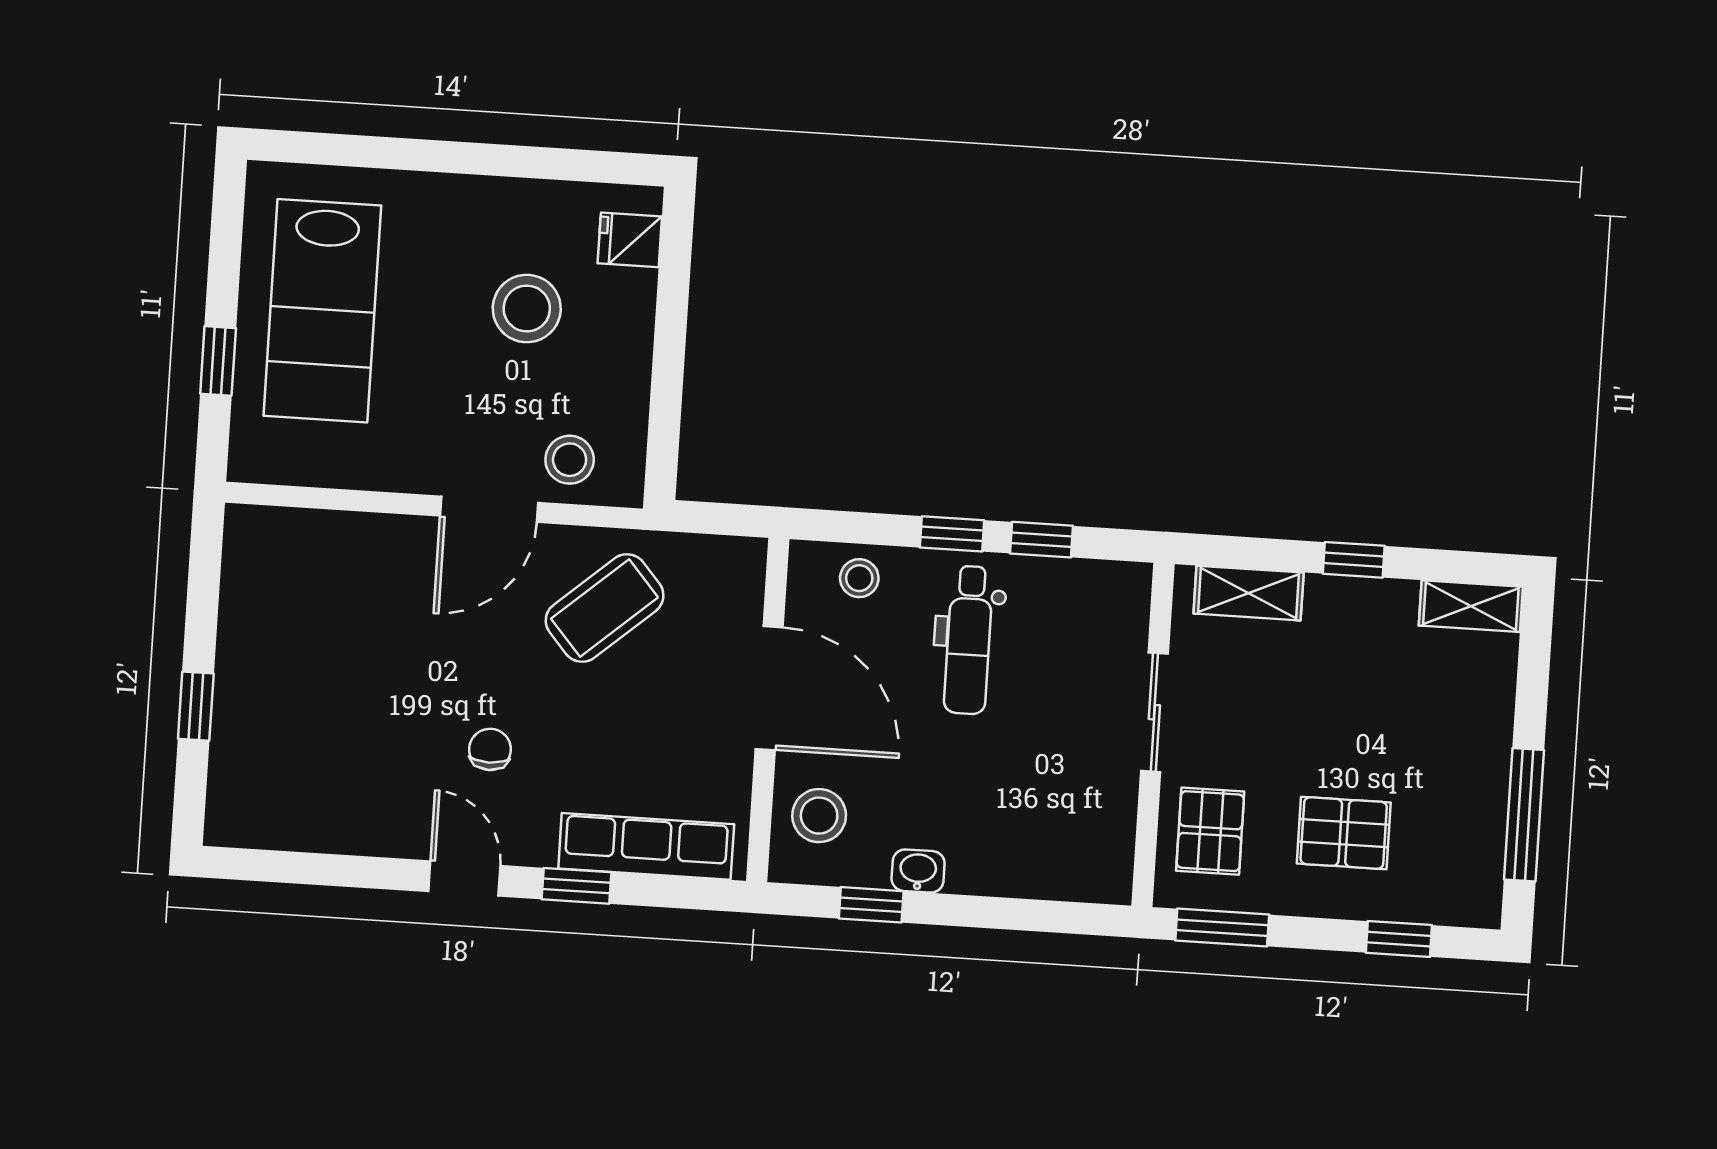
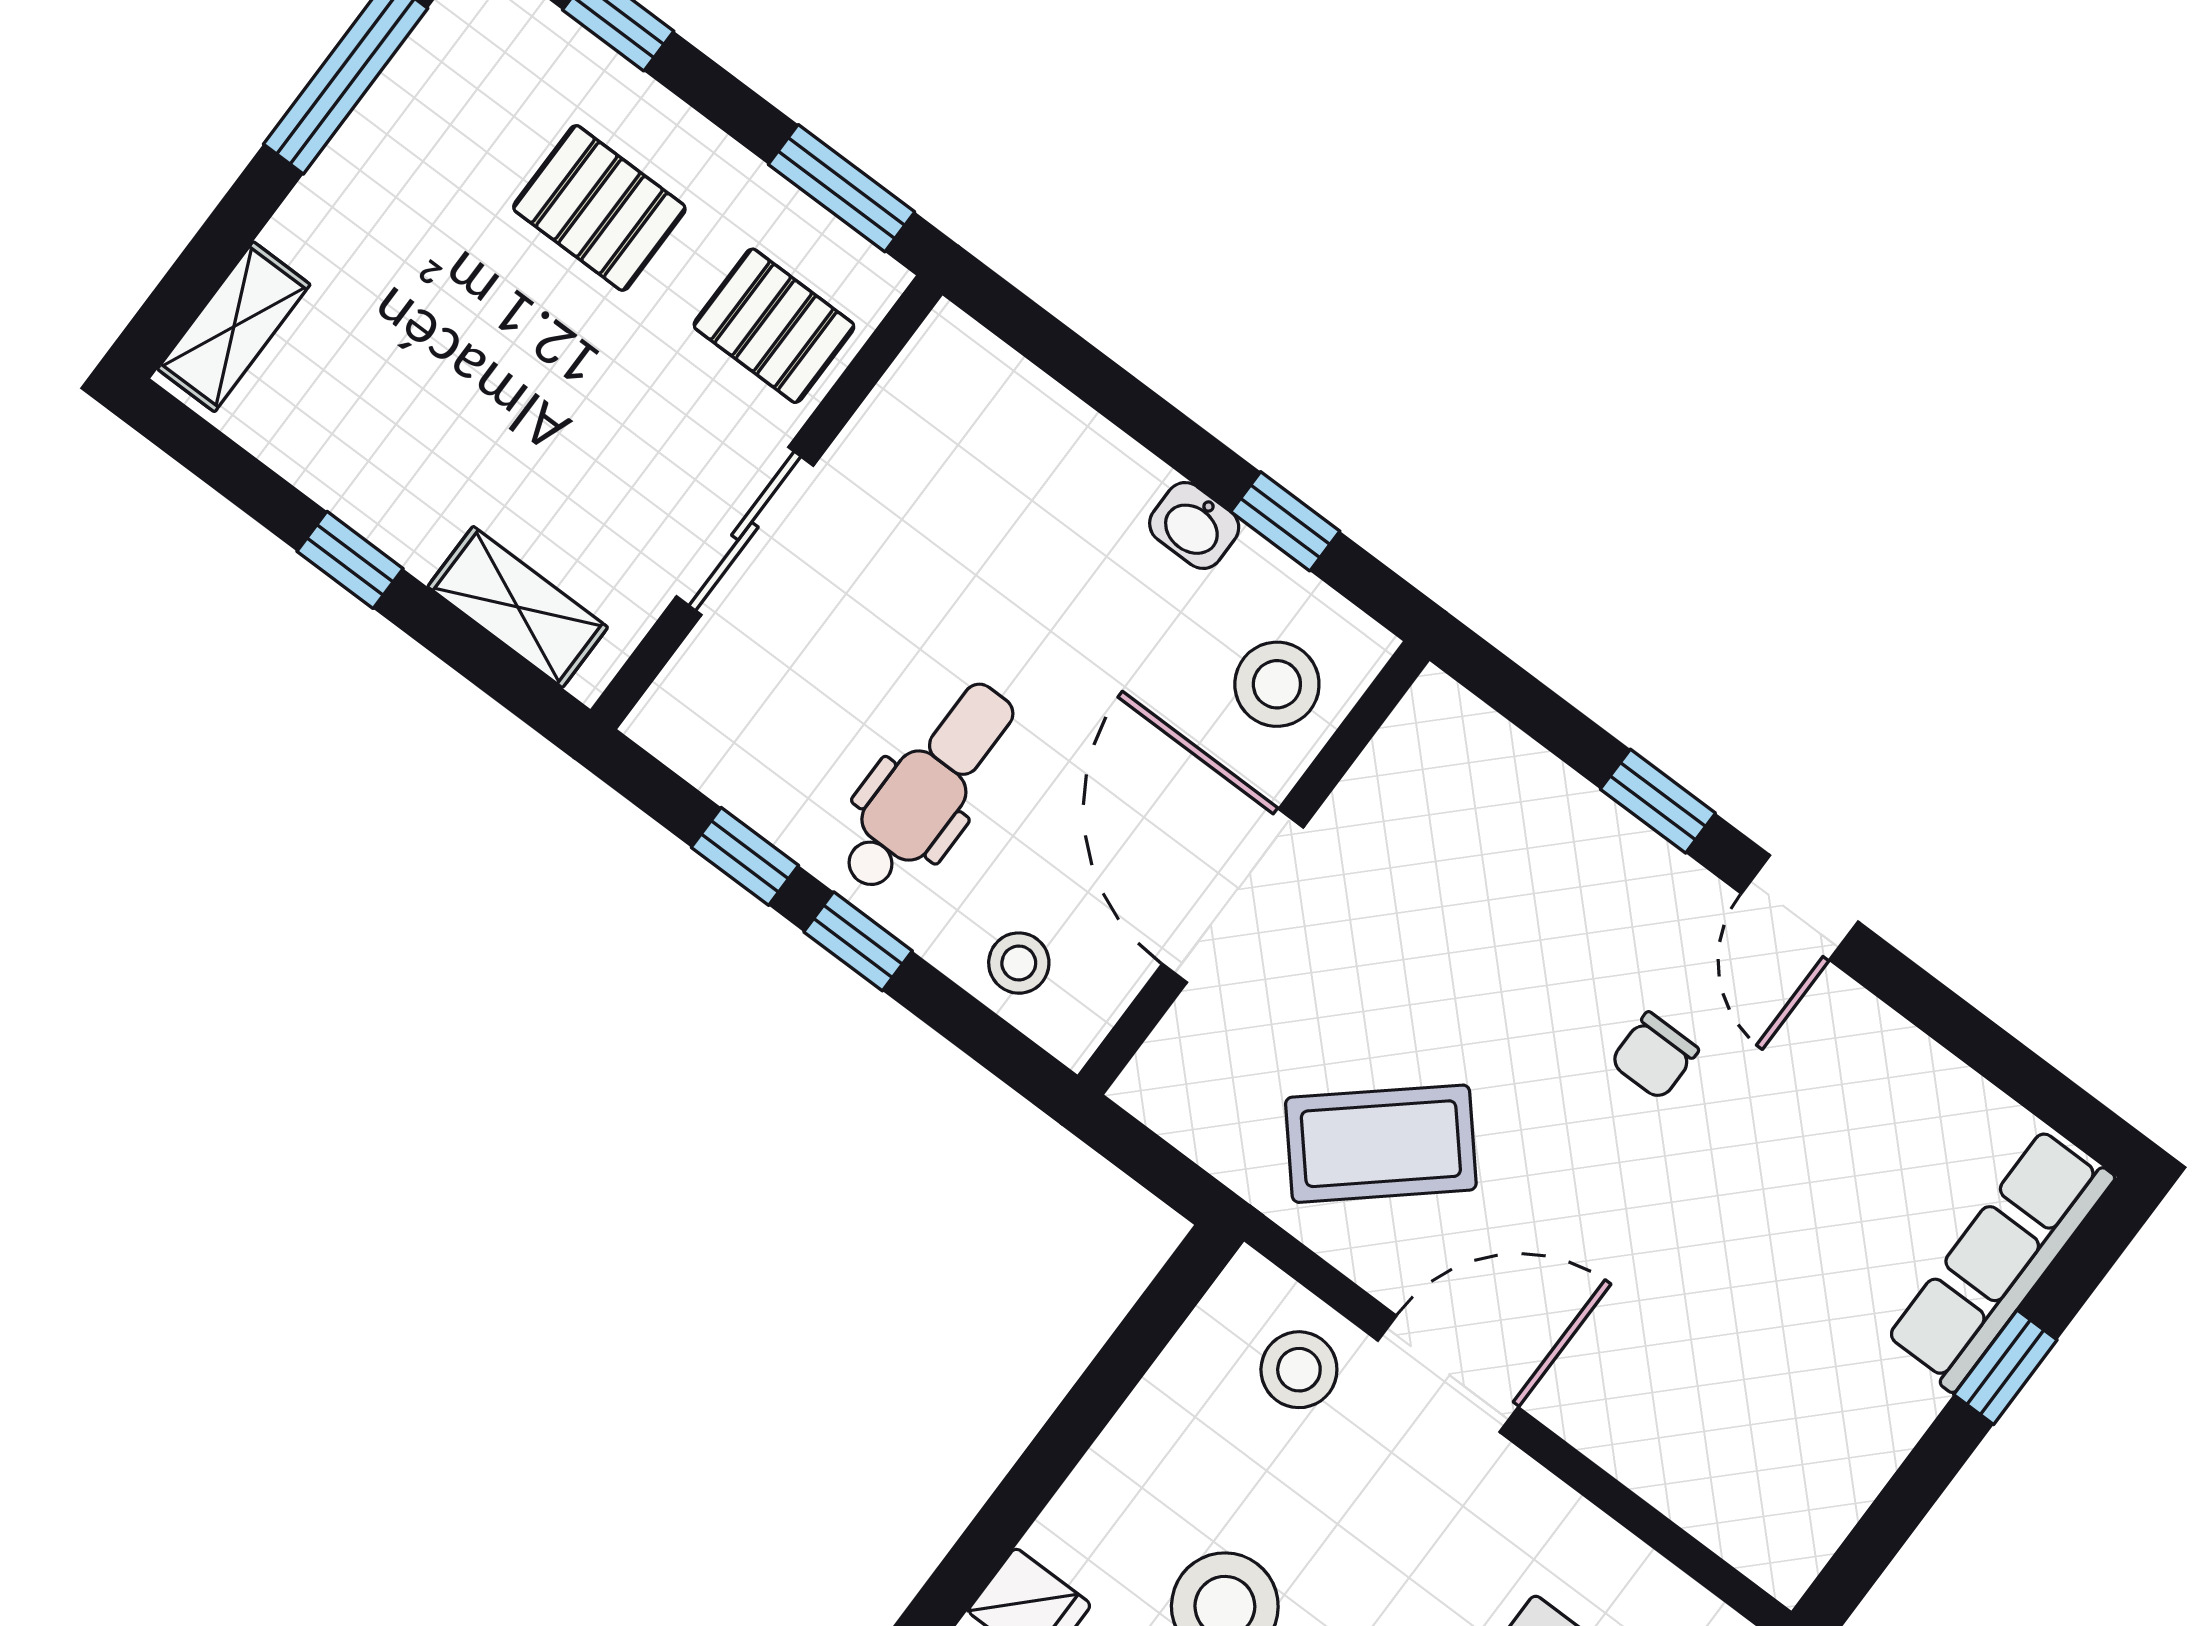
shelving: (1471, 606) -> (234, 327), moved, turned 90
pallet: (1210, 831) -> (774, 326), turned 90
row of seats: (646, 846) -> (2000, 1259), moved, turned 90

